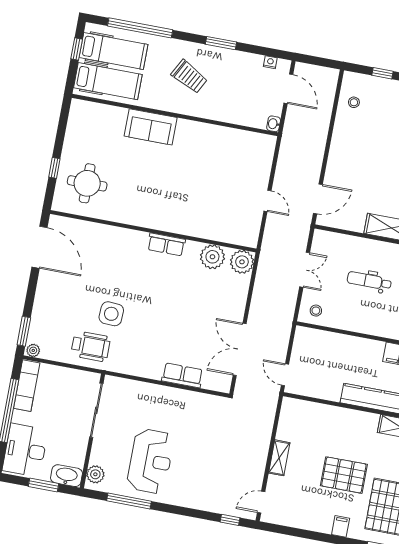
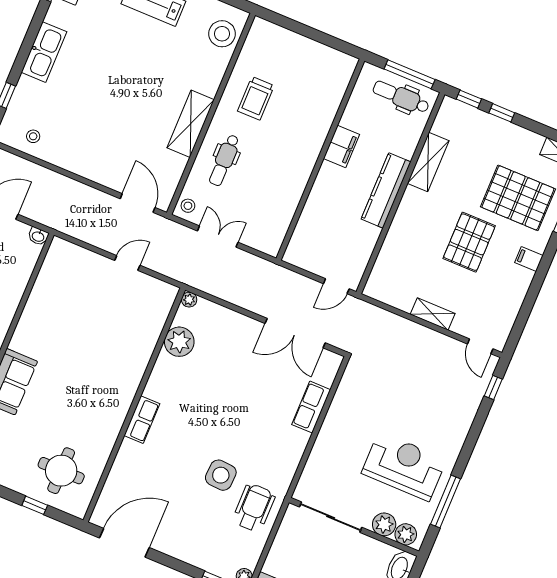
row of seats: (166, 244) -> (142, 420), moved
plant: (242, 262) -> (189, 300), width x0.53, depth x0.53
dental chair: (369, 281) -> (224, 160), moved
stool: (316, 311) -> (188, 206), moved
plant: (100, 455) -> (384, 524), added

